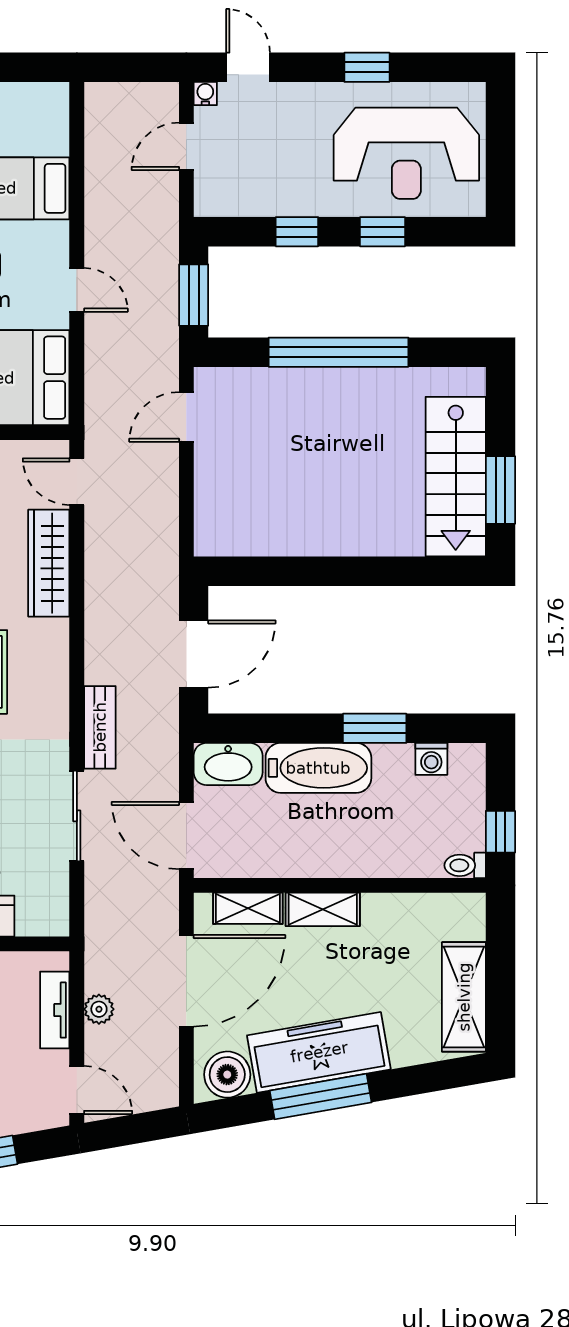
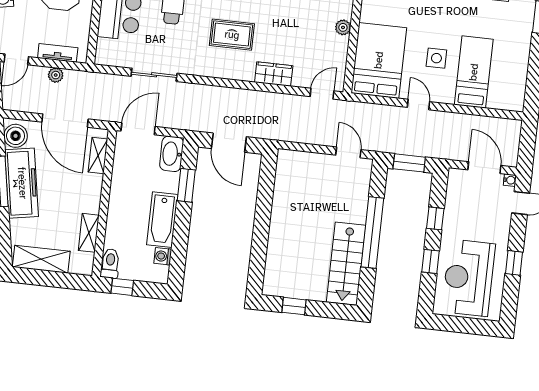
door: (186, 146) -> (484, 168), width x1.38
door: (77, 290) -> (418, 104), swing flipped
stairs: (456, 477) -> (346, 264), moved, turned -90
window: (500, 490) -> (294, 306), width x0.67
wardrobe: (49, 563) -> (274, 74), width x0.67
bench: (100, 727) -> (197, 91), removed
window: (375, 728) -> (186, 185), moved
bathtub: (318, 768) -> (162, 220), moved
toilet: (465, 865) -> (110, 263), width x1.37, depth x1.39
shelving: (323, 909) -> (89, 233), moved

